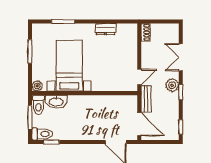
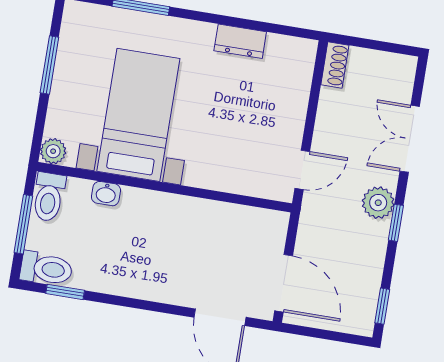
bench: (146, 99) -> (310, 225), removed
washbasin: (56, 102) -> (106, 194), width x0.52, depth x0.69

